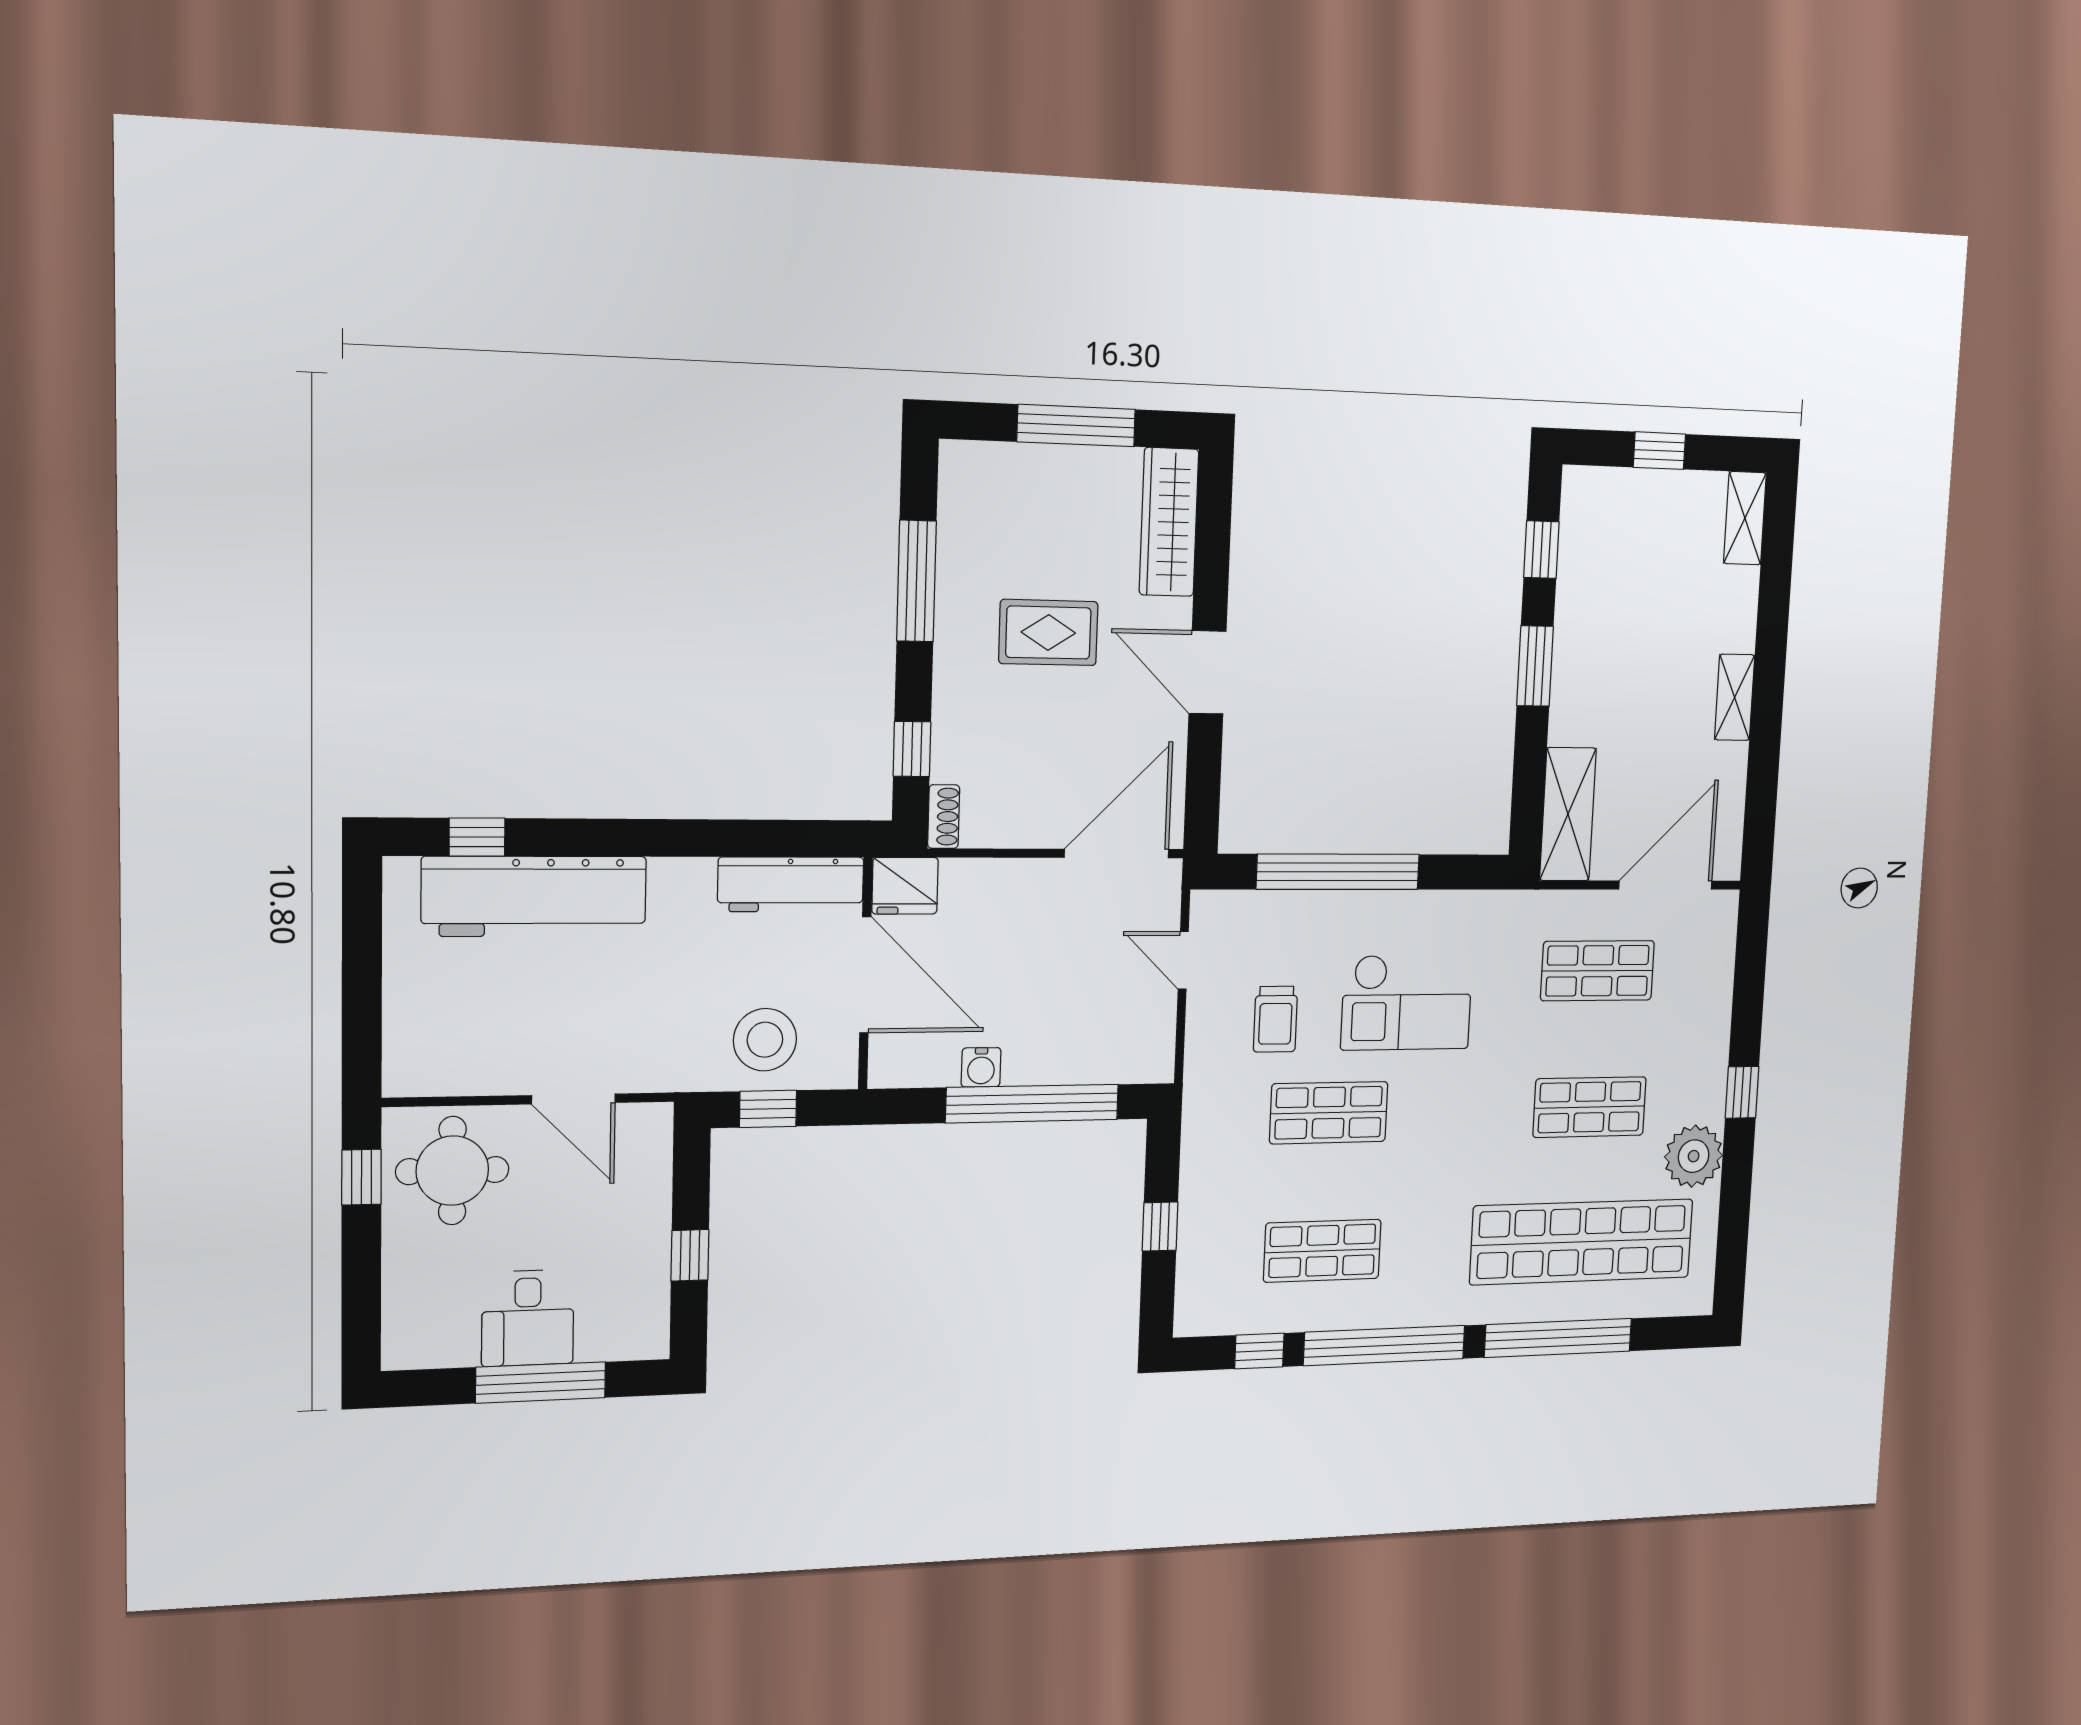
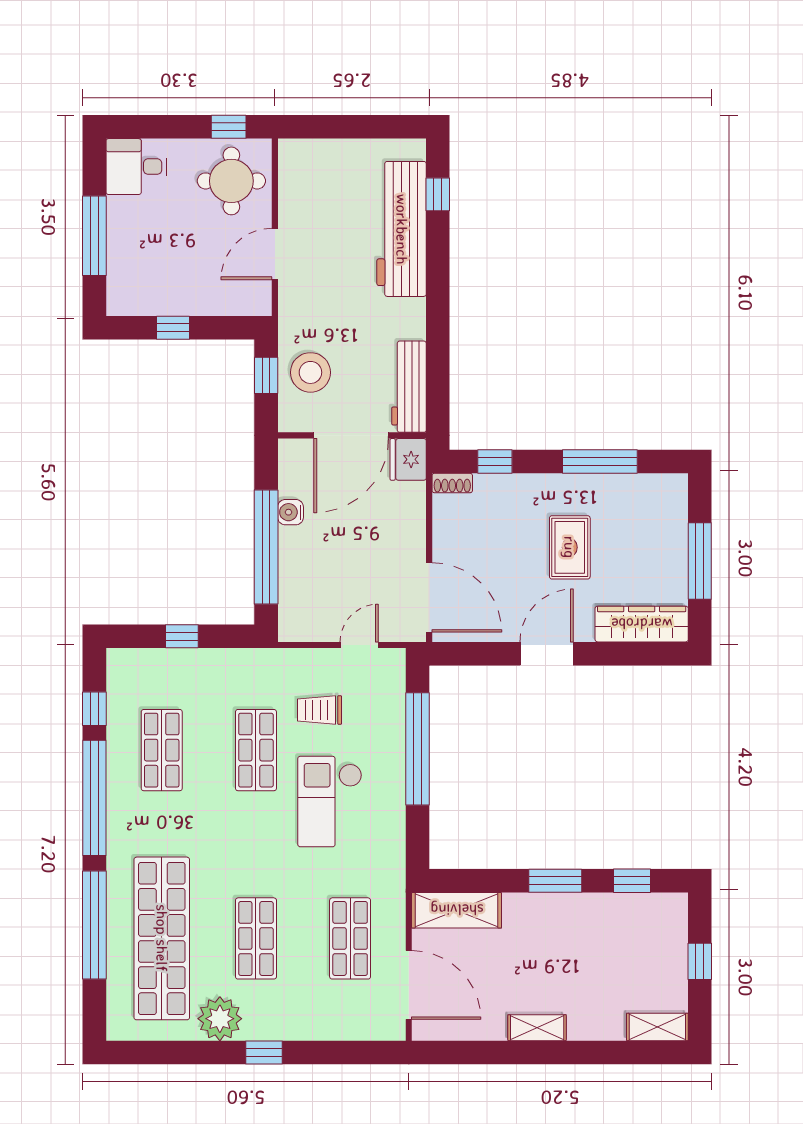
desk: (528, 1318) -> (136, 167), moved

